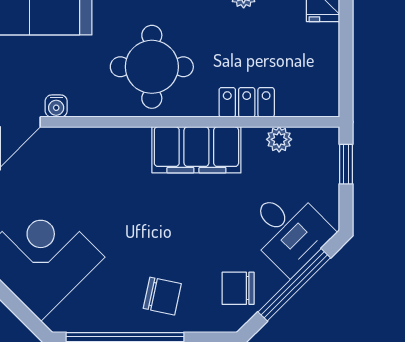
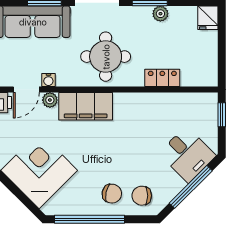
plant: (279, 139) -> (50, 100), moved
filing cabinet: (196, 150) -> (86, 106), moved
chair: (238, 288) -> (142, 196), moved

